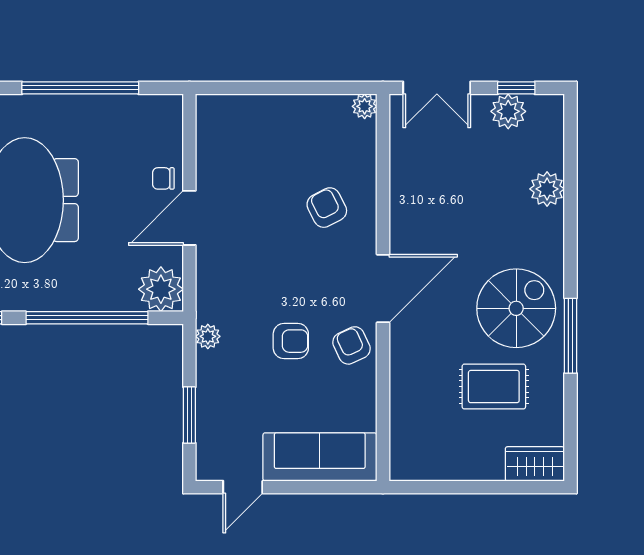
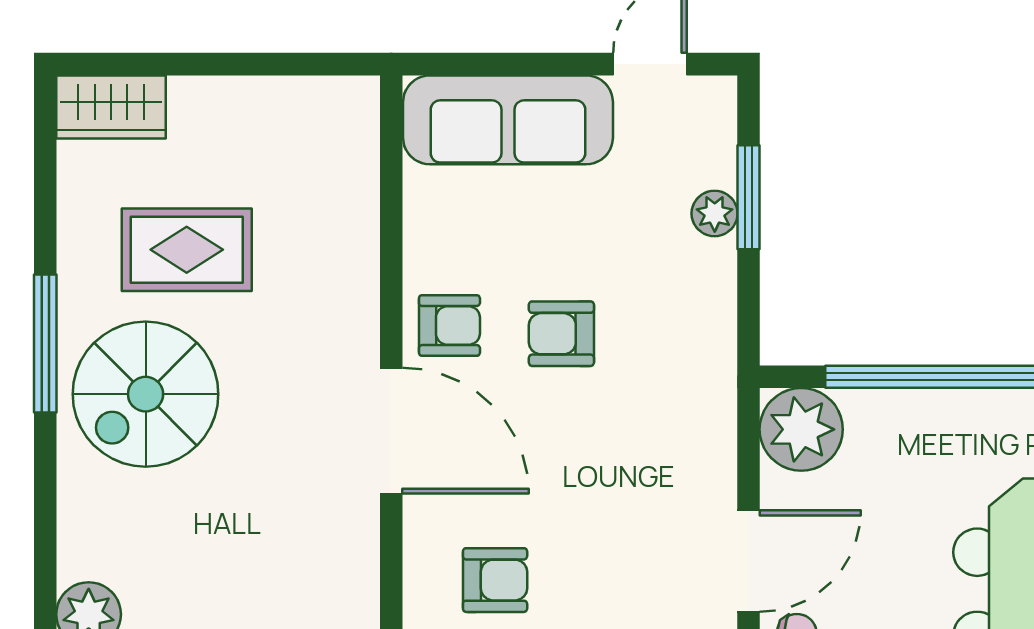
armchair: (327, 208) -> (495, 580), turned -63
door: (383, 288) -> (391, 431), swing flipped
plant: (208, 336) -> (715, 213), moved
armchair: (351, 345) -> (449, 326), turned -65

